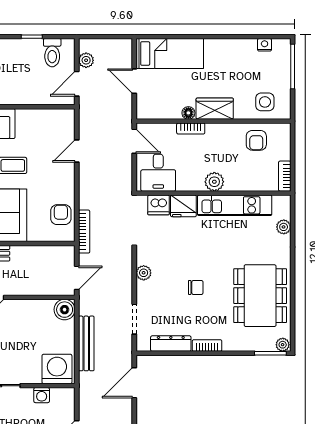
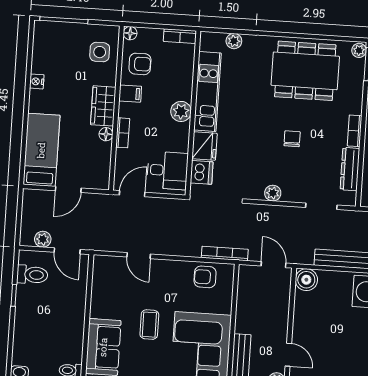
nightstand: (265, 45) -> (37, 81), moved
floor lamp: (284, 129) -> (130, 33), added
filing cabinet: (228, 133) -> (130, 94), added

